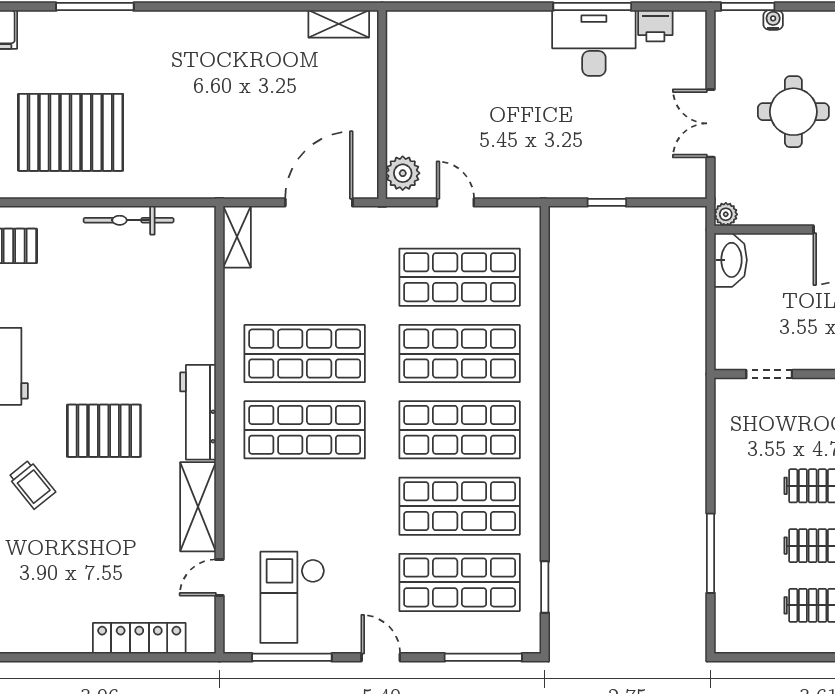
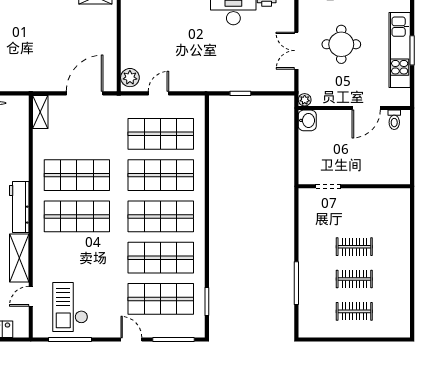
door: (455, 202) -> (158, 93), hinge flipped
washbasin: (731, 260) -> (307, 120), width x0.72
door: (381, 657) -> (131, 339), moved

